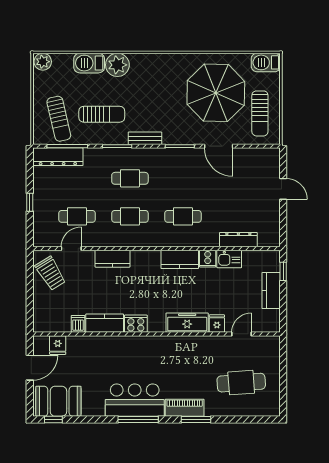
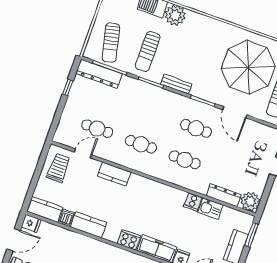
sun lounger: (102, 114) -> (148, 51), turned 90
cafe table: (130, 178) -> (196, 128), moved
window: (30, 202) -> (68, 87), moved
plant: (269, 236) -> (250, 201), added
kitchen counter: (180, 259) -> (45, 209), moved, turned 180
window: (283, 271) -> (251, 235), width x1.50
trolley: (51, 273) -> (59, 168), turned -148
cooker: (136, 324) -> (129, 240), moved
fridge: (58, 345) -> (31, 223), moved, turned -90

